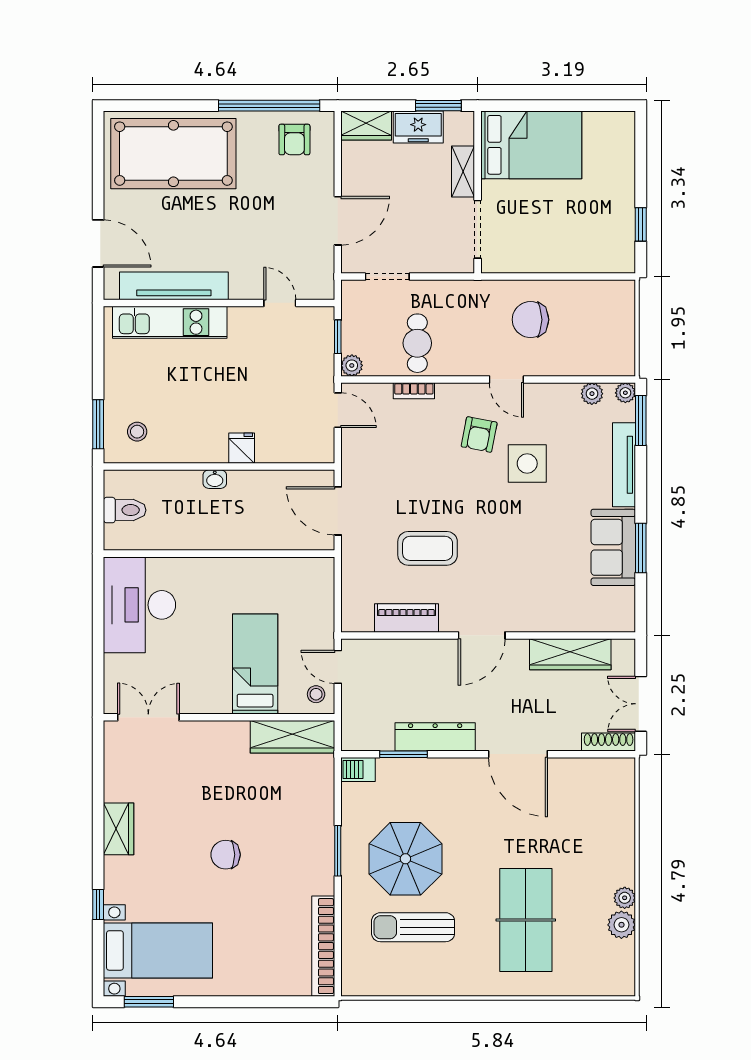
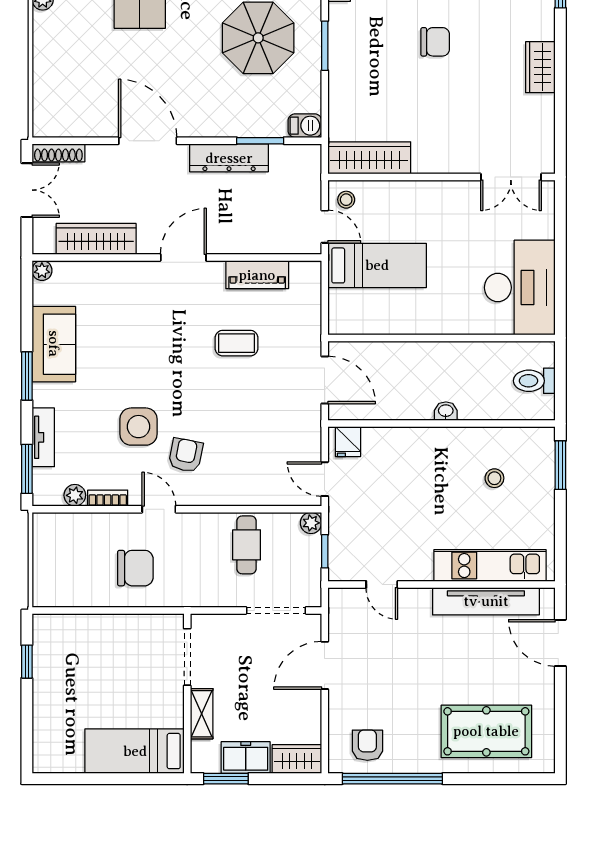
bed: (531, 145) -> (135, 751), width x0.67
pool table: (173, 154) -> (486, 731), width x0.73, depth x0.76
doorway: (387, 277) -> (276, 610), width x1.38
bookcase: (414, 391) -> (108, 498), moved
plant: (625, 393) -> (42, 271), moved
stool: (137, 432) -> (494, 478), moved
fridge: (242, 448) -> (348, 442), moved
tv unit: (624, 465) -> (43, 437), width x0.71
coffee table: (428, 548) -> (236, 343), width x0.73, depth x0.77
window: (641, 548) -> (27, 376), moved
bed: (255, 664) -> (377, 265), moved, turned -90

